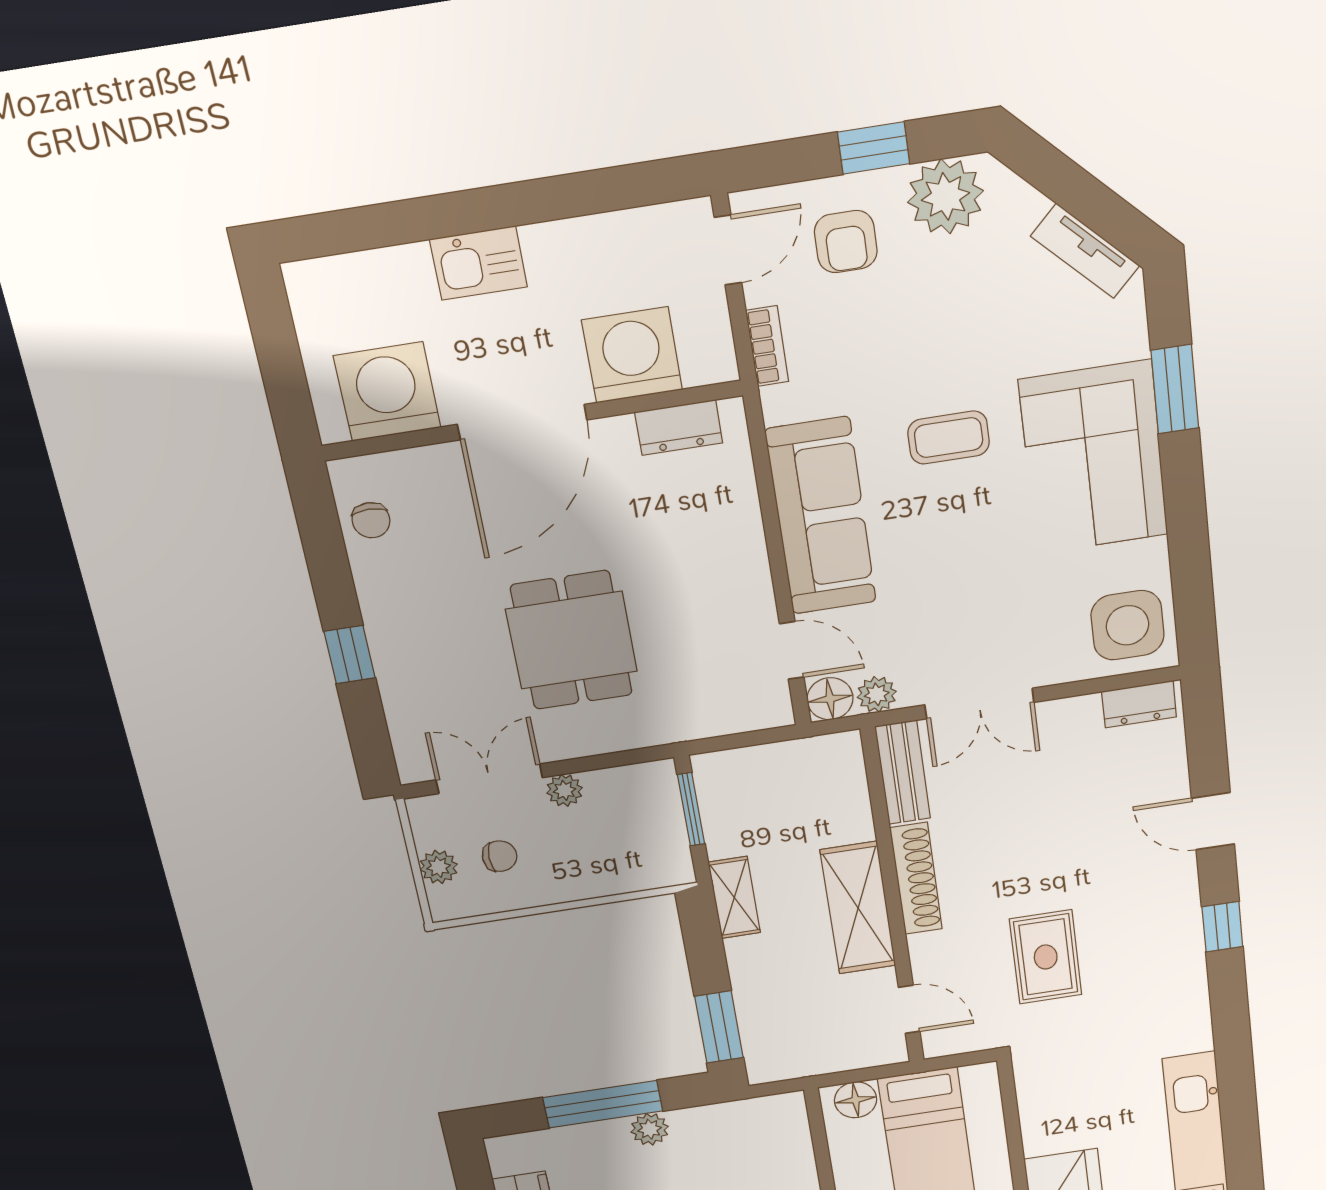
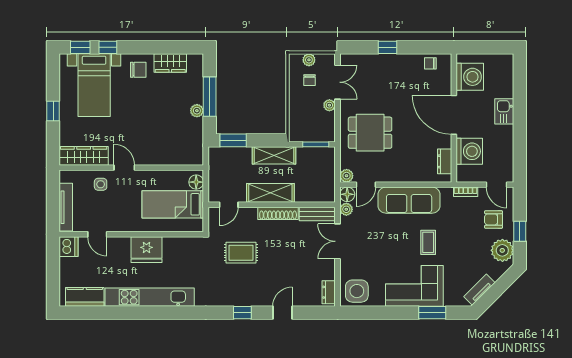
dining table: (572, 640) -> (370, 133), moved
plant: (773, 710) -> (347, 176), added
shelving: (734, 898) -> (274, 155), width x1.50, depth x1.33

